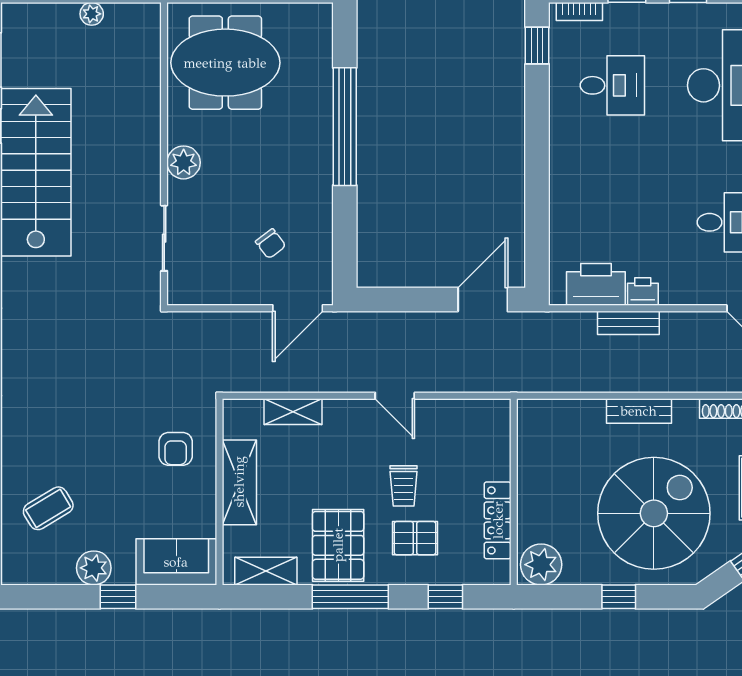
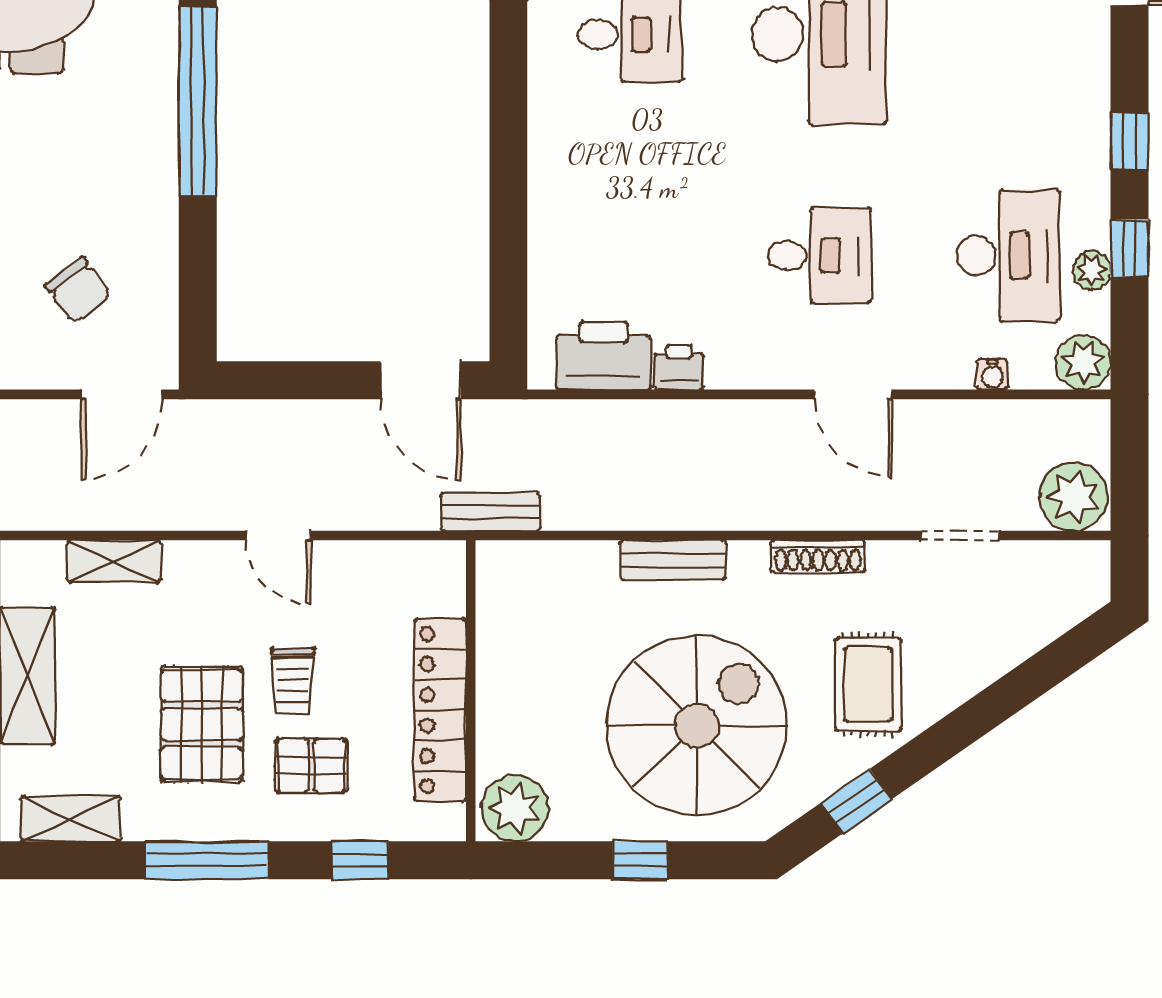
chair: (271, 244) -> (78, 290), width x1.37, depth x1.37
door: (483, 300) -> (421, 380), swing flipped
bench: (628, 323) -> (490, 512), moved
locker: (498, 520) -> (440, 710), width x1.41, depth x1.21
pallet: (338, 545) -> (202, 724), moved

